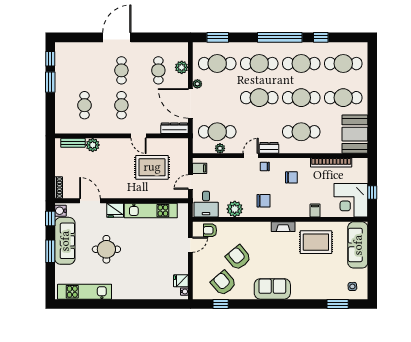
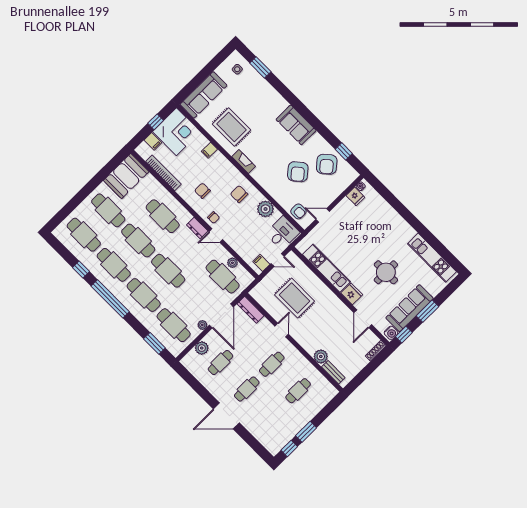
filing cabinet: (361, 177) -> (153, 141), added

